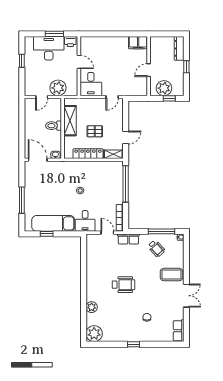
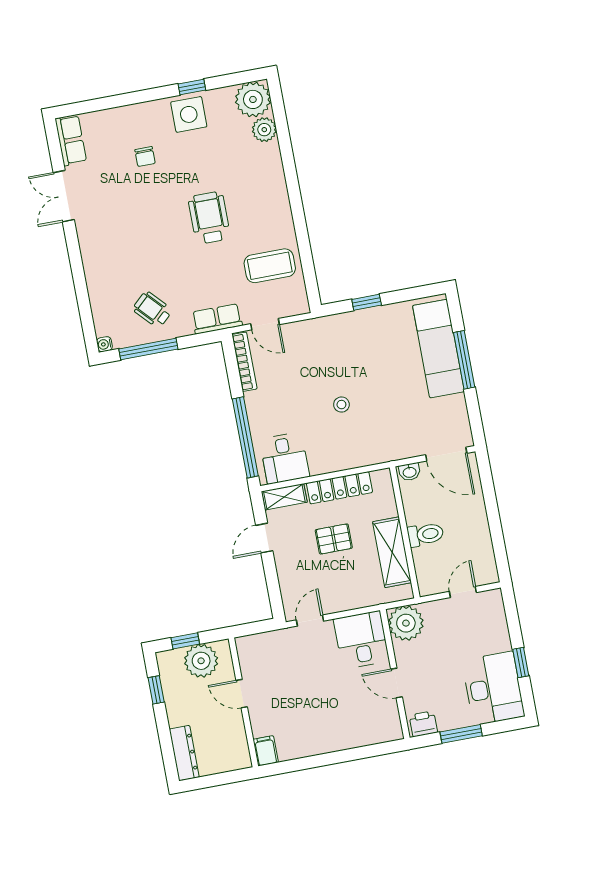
filing cabinet: (138, 43) -> (266, 751), width x0.50
desk: (49, 48) -> (493, 688), moved, turned -90
window: (186, 67) -> (156, 690), moved
door: (149, 70) -> (242, 694), swing flipped
plant: (58, 88) -> (406, 623), moved
desk: (85, 221) -> (284, 458), moved, turned 180
exam couch: (53, 223) -> (438, 349), moved, turned 90
window: (47, 234) -> (367, 302), moved
coffee table: (171, 275) -> (270, 266), moved
wheelchair: (123, 285) -> (209, 218), turned 90
double door: (186, 296) -> (64, 196), moved
plant: (92, 307) -> (264, 130), moved
side table: (124, 332) -> (189, 114), added
window: (134, 344) -> (192, 87), moved

